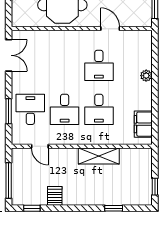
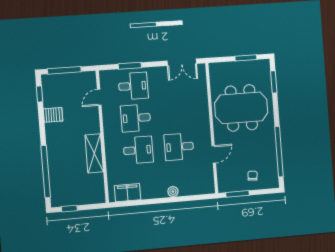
desk: (99, 109) -> (138, 150), turned 180
window: (114, 208) -> (46, 171), width x3.17

